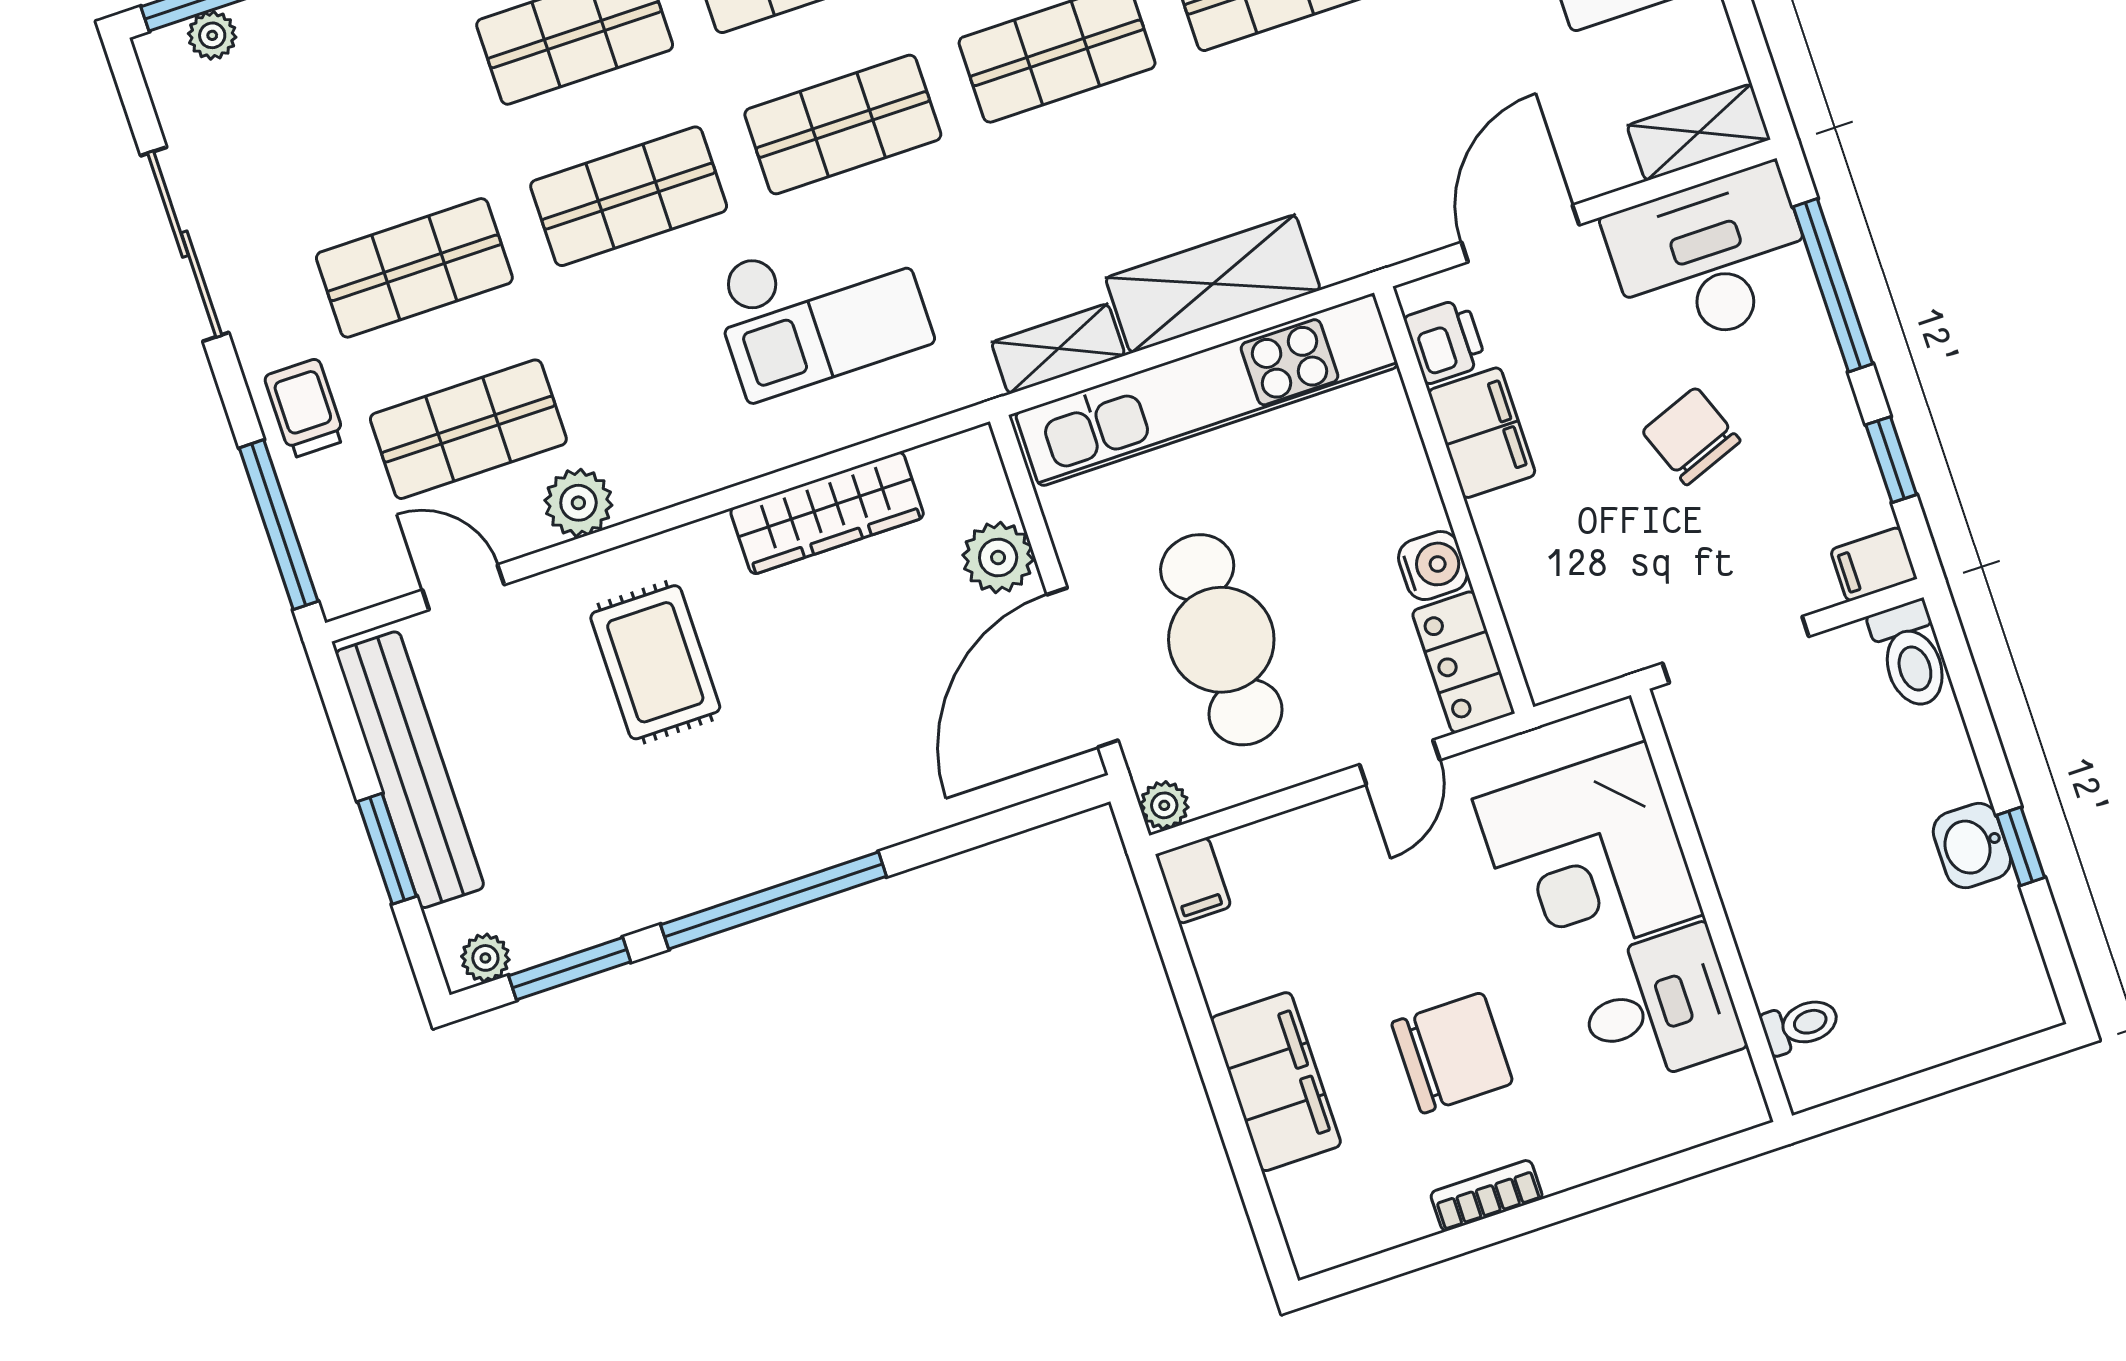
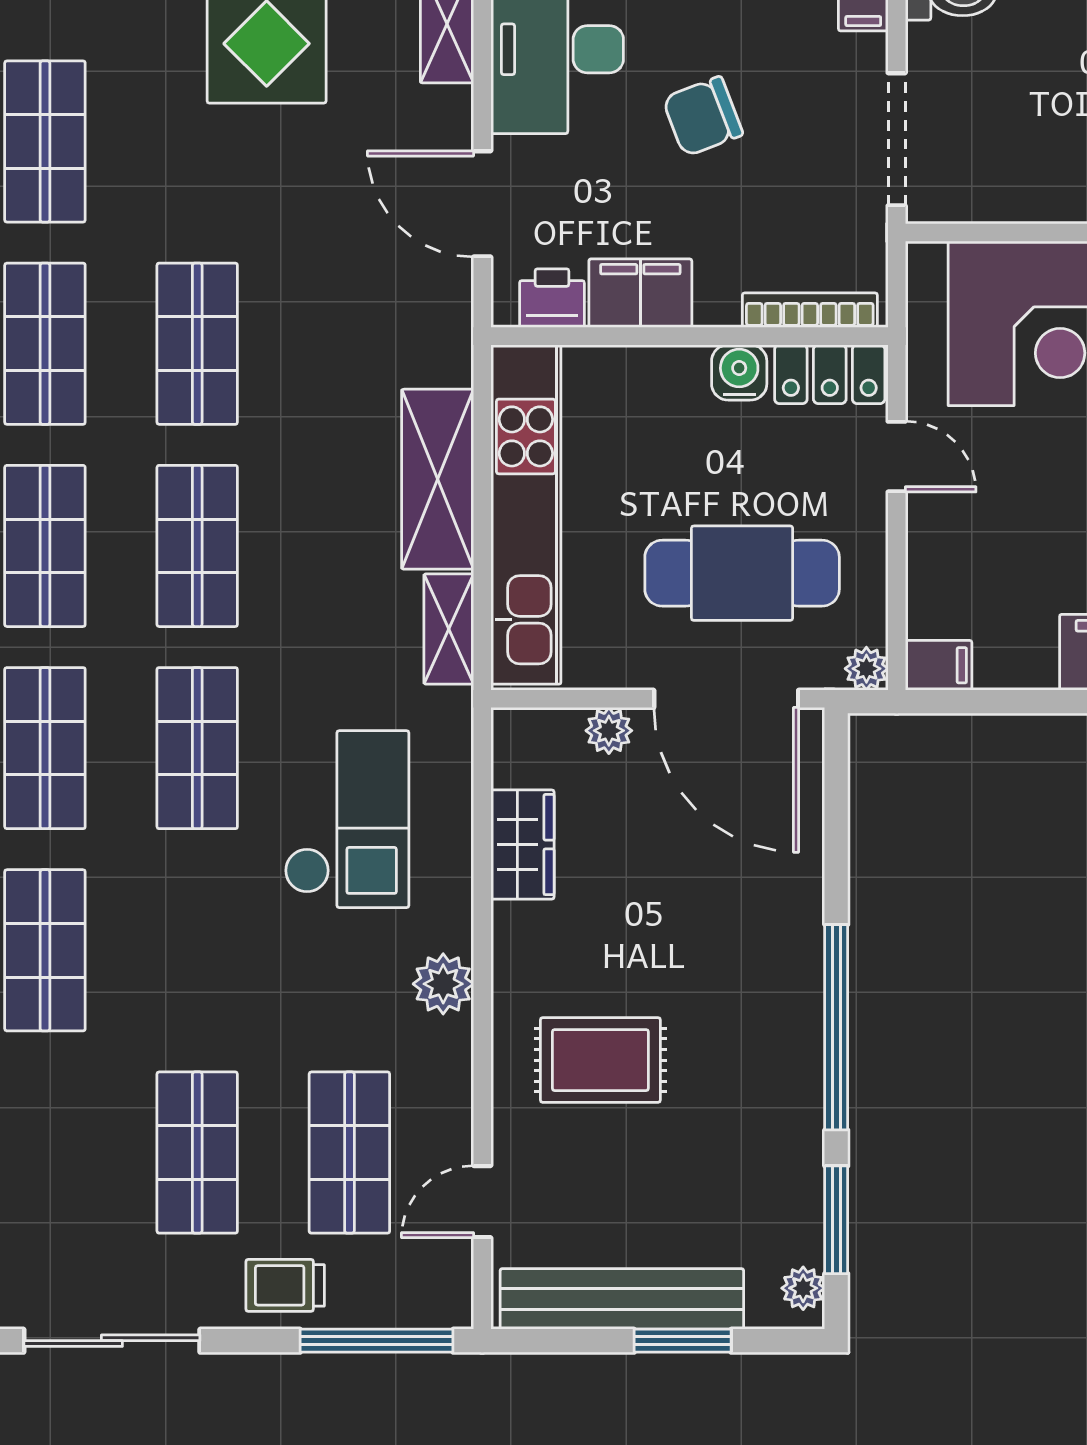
shop shelf: (629, 196) -> (197, 950), removed
plant: (578, 503) -> (443, 984), moved
wardrobe: (827, 513) -> (522, 845), width x0.67
plant: (998, 557) -> (609, 731), width x0.73, depth x0.73
bookcase: (1524, 618) -> (810, 310), added

